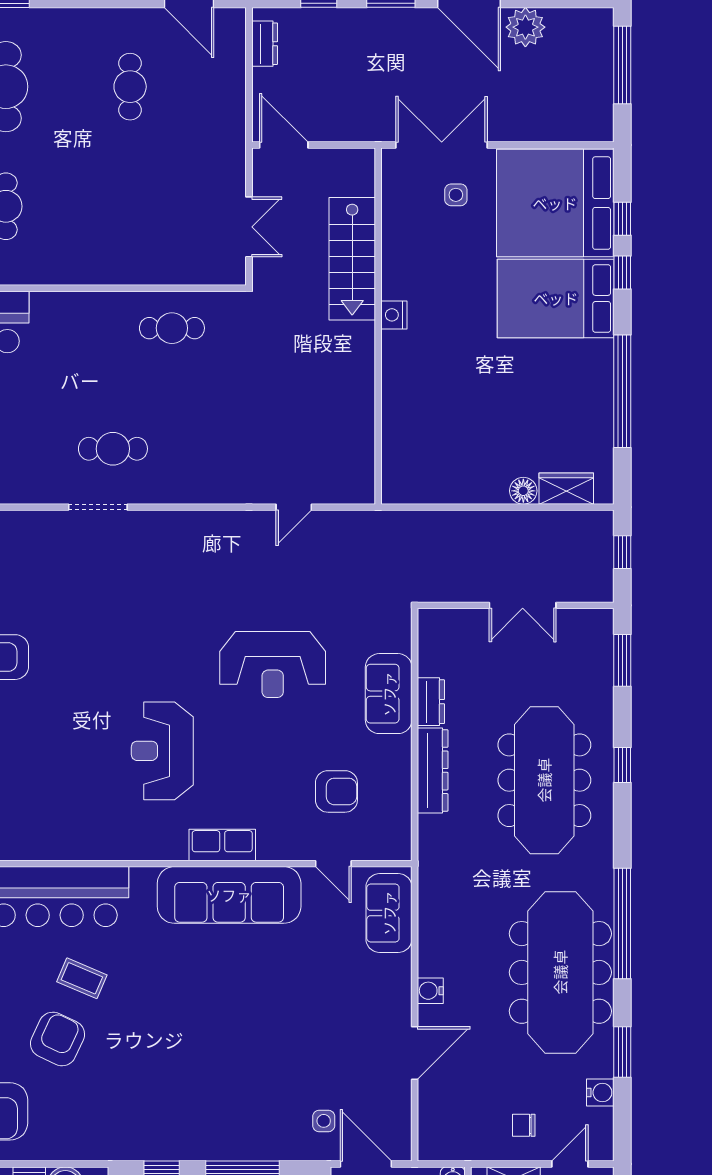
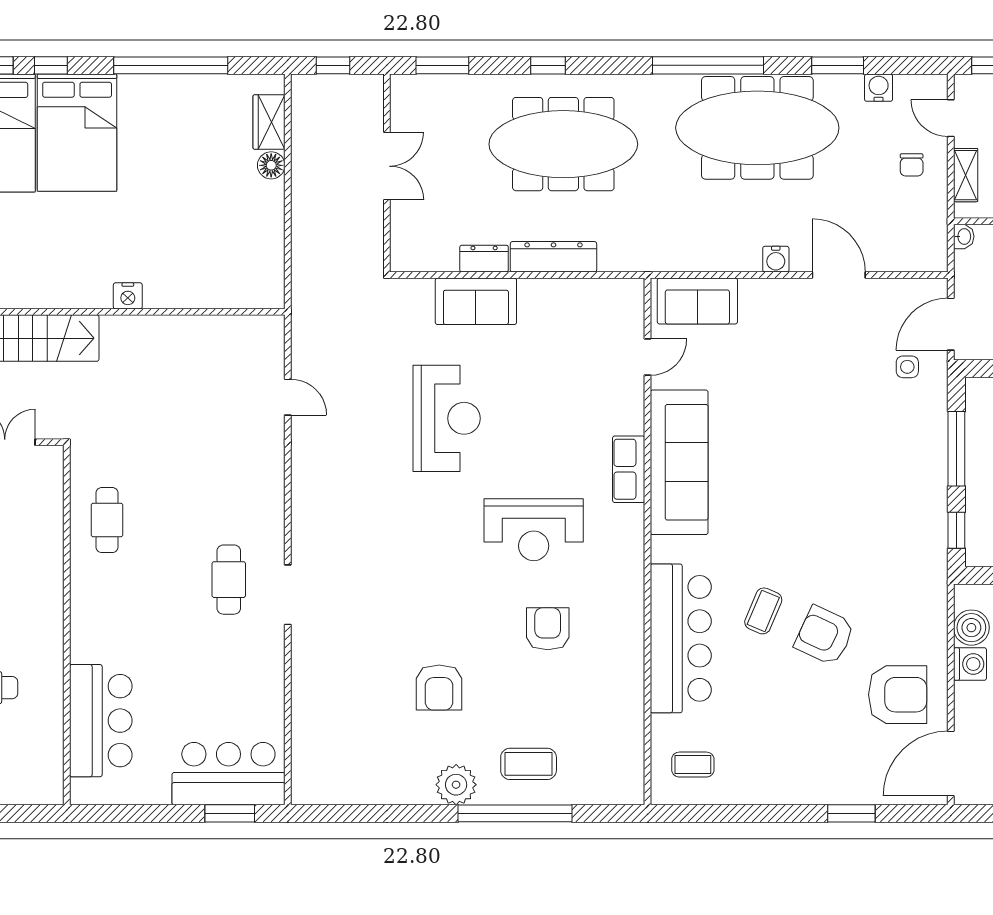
nightstand: (394, 315) -> (128, 296), moved
armchair: (336, 791) -> (548, 629), moved

